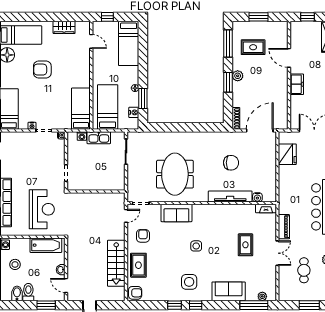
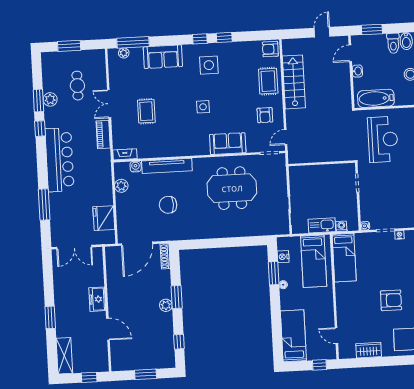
window: (228, 44) -> (179, 342), width x0.46
rug: (253, 47) -> (150, 339), removed
meeting table: (175, 174) -> (232, 188), turned 90
plant: (271, 181) -> (121, 186), added
reception desk: (42, 209) -> (383, 139), turned 180
door: (66, 285) -> (350, 53), swing flipped

